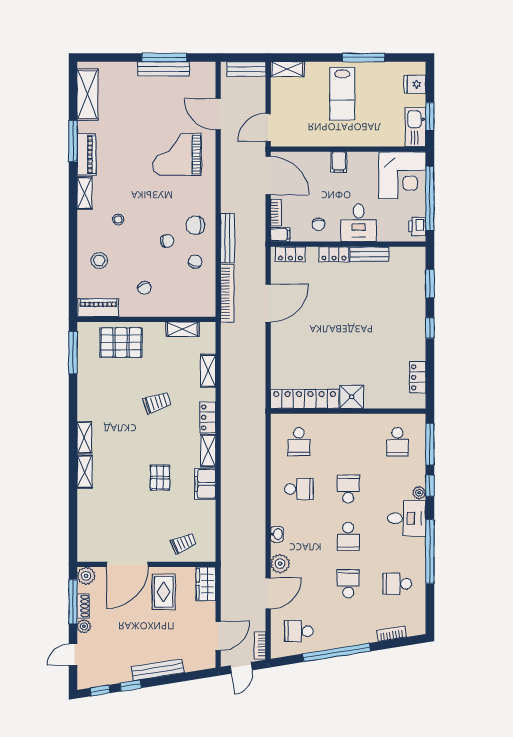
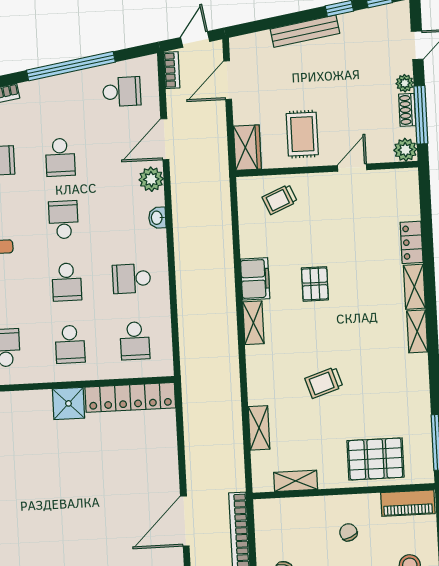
locker: (208, 417) -> (412, 242), moved, turned 180
school desk: (299, 442) -> (135, 341), turned 180
school desk: (348, 442) -> (70, 344), added
door: (127, 564) -> (352, 168), width x0.53

